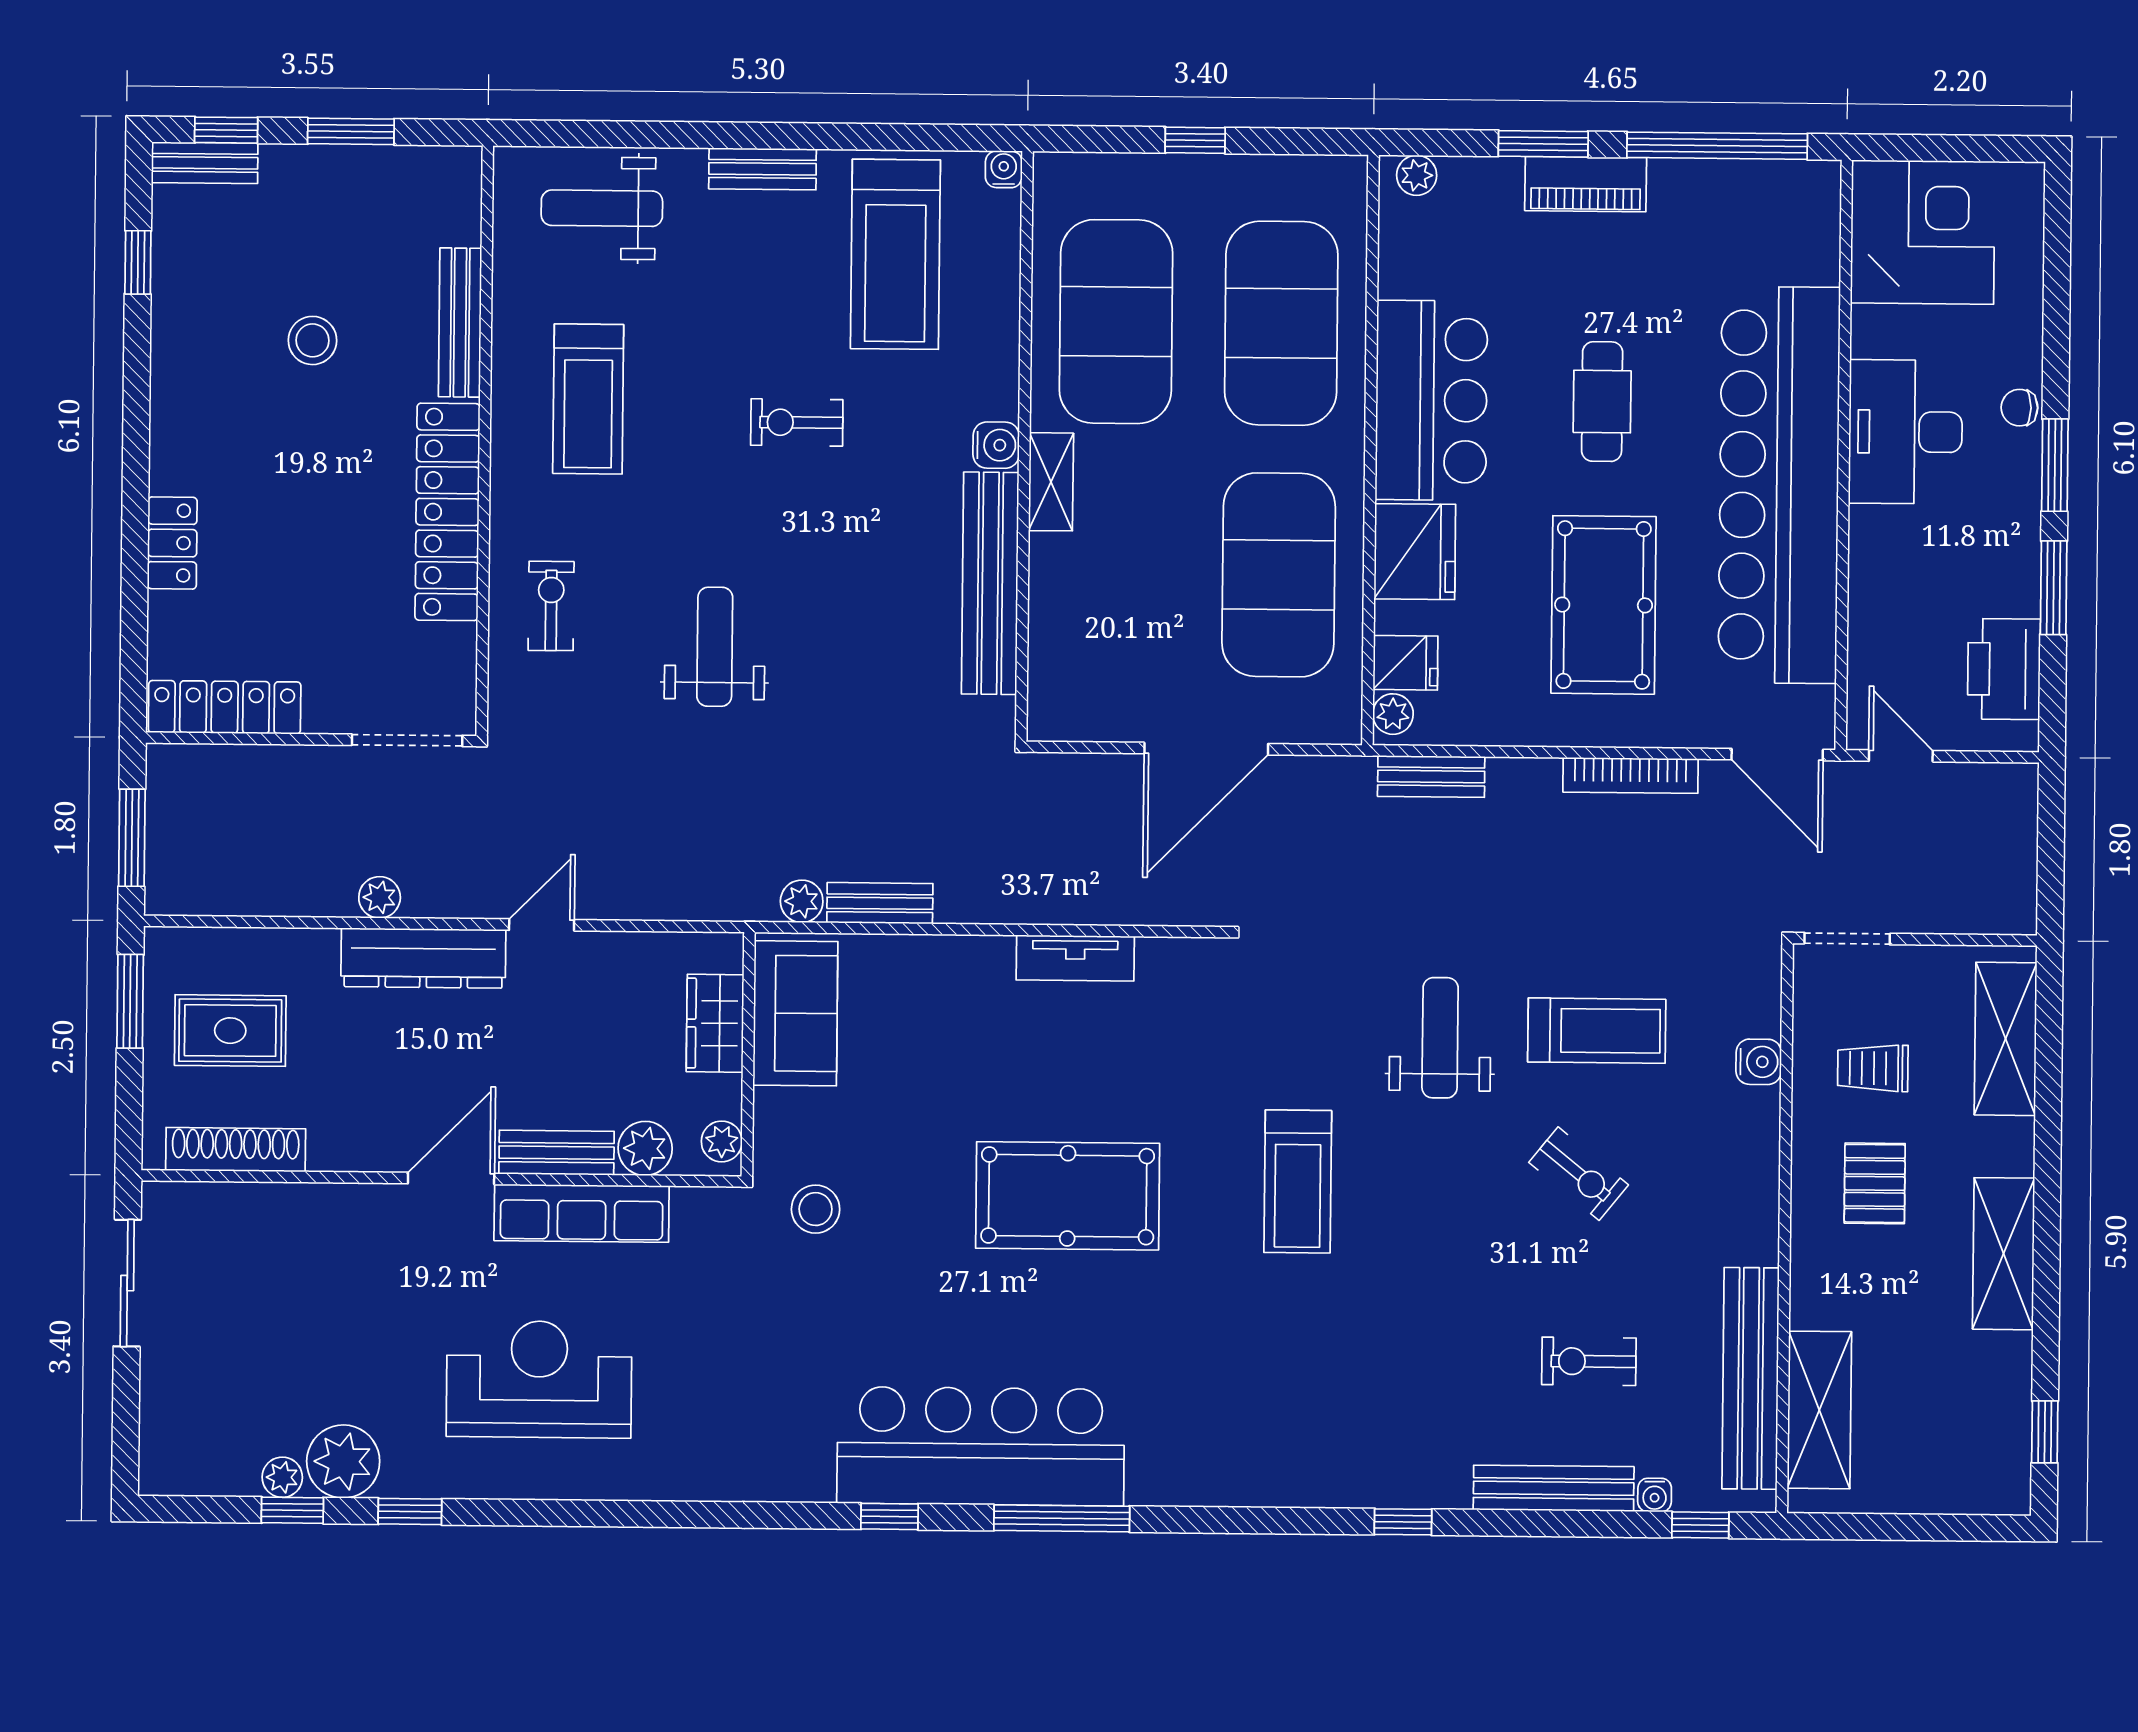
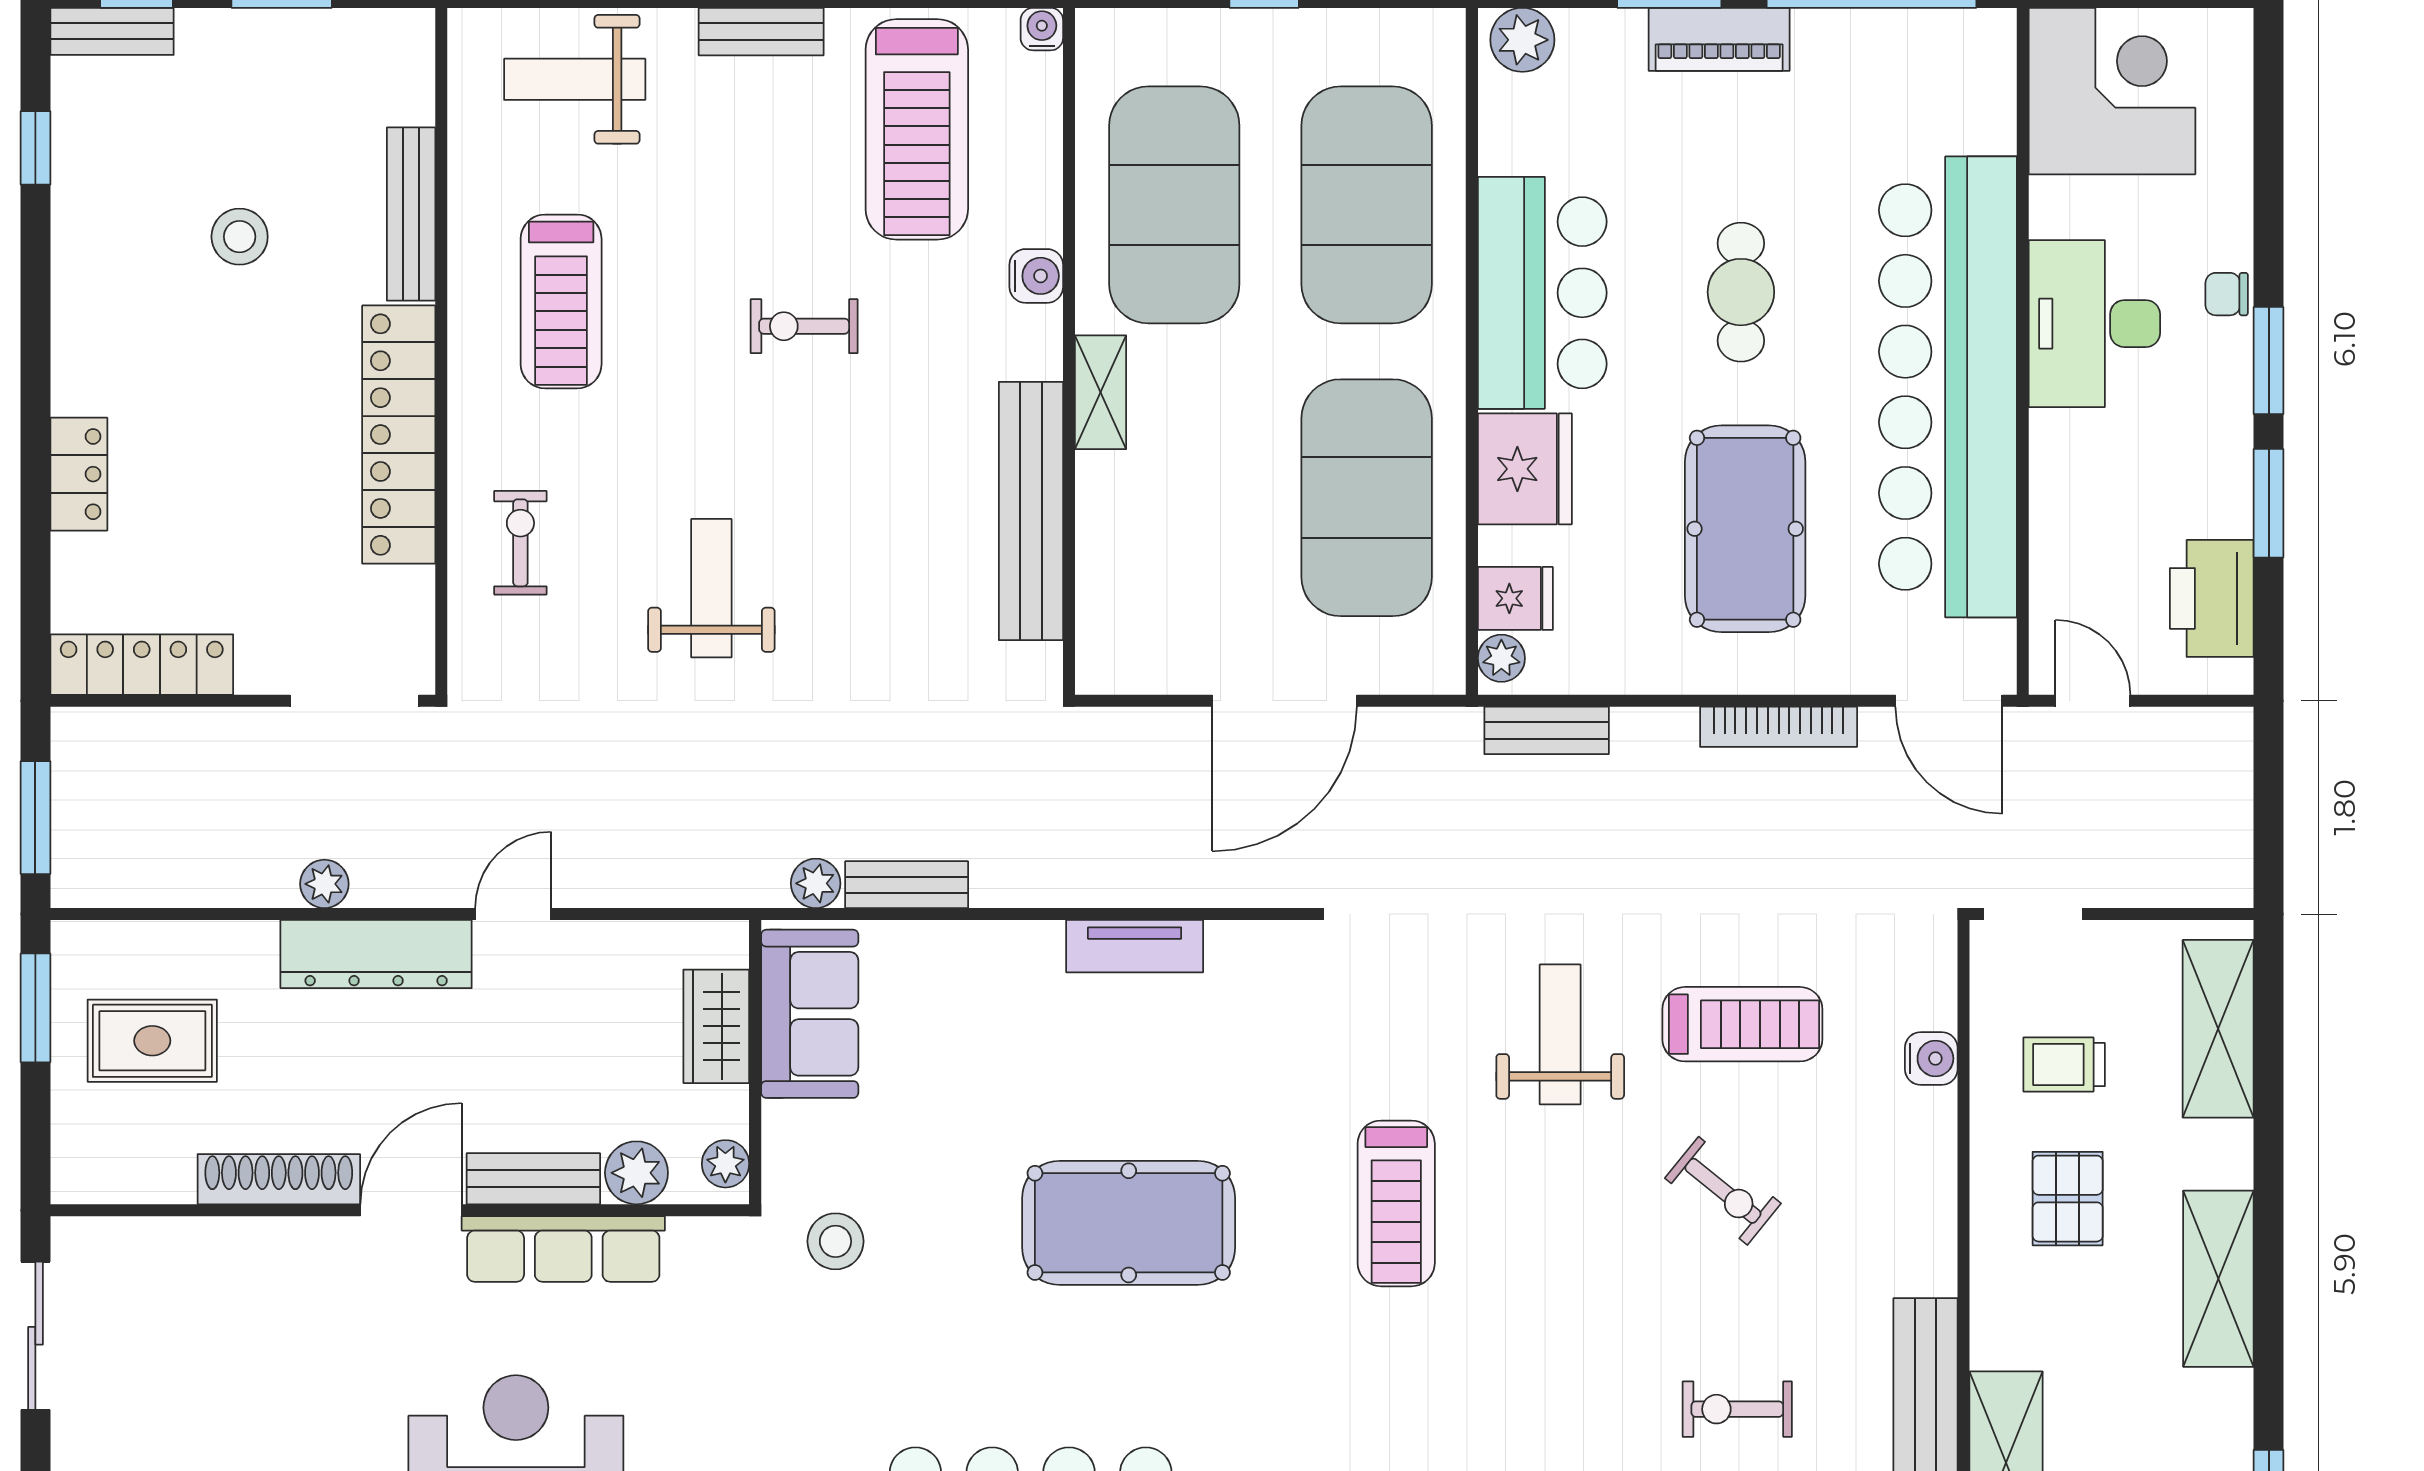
plant: (1417, 175) -> (1522, 40), width x1.38, depth x1.38
water cooler: (996, 445) -> (1036, 276), moved
shoe rack: (236, 1150) -> (279, 1179), moved

